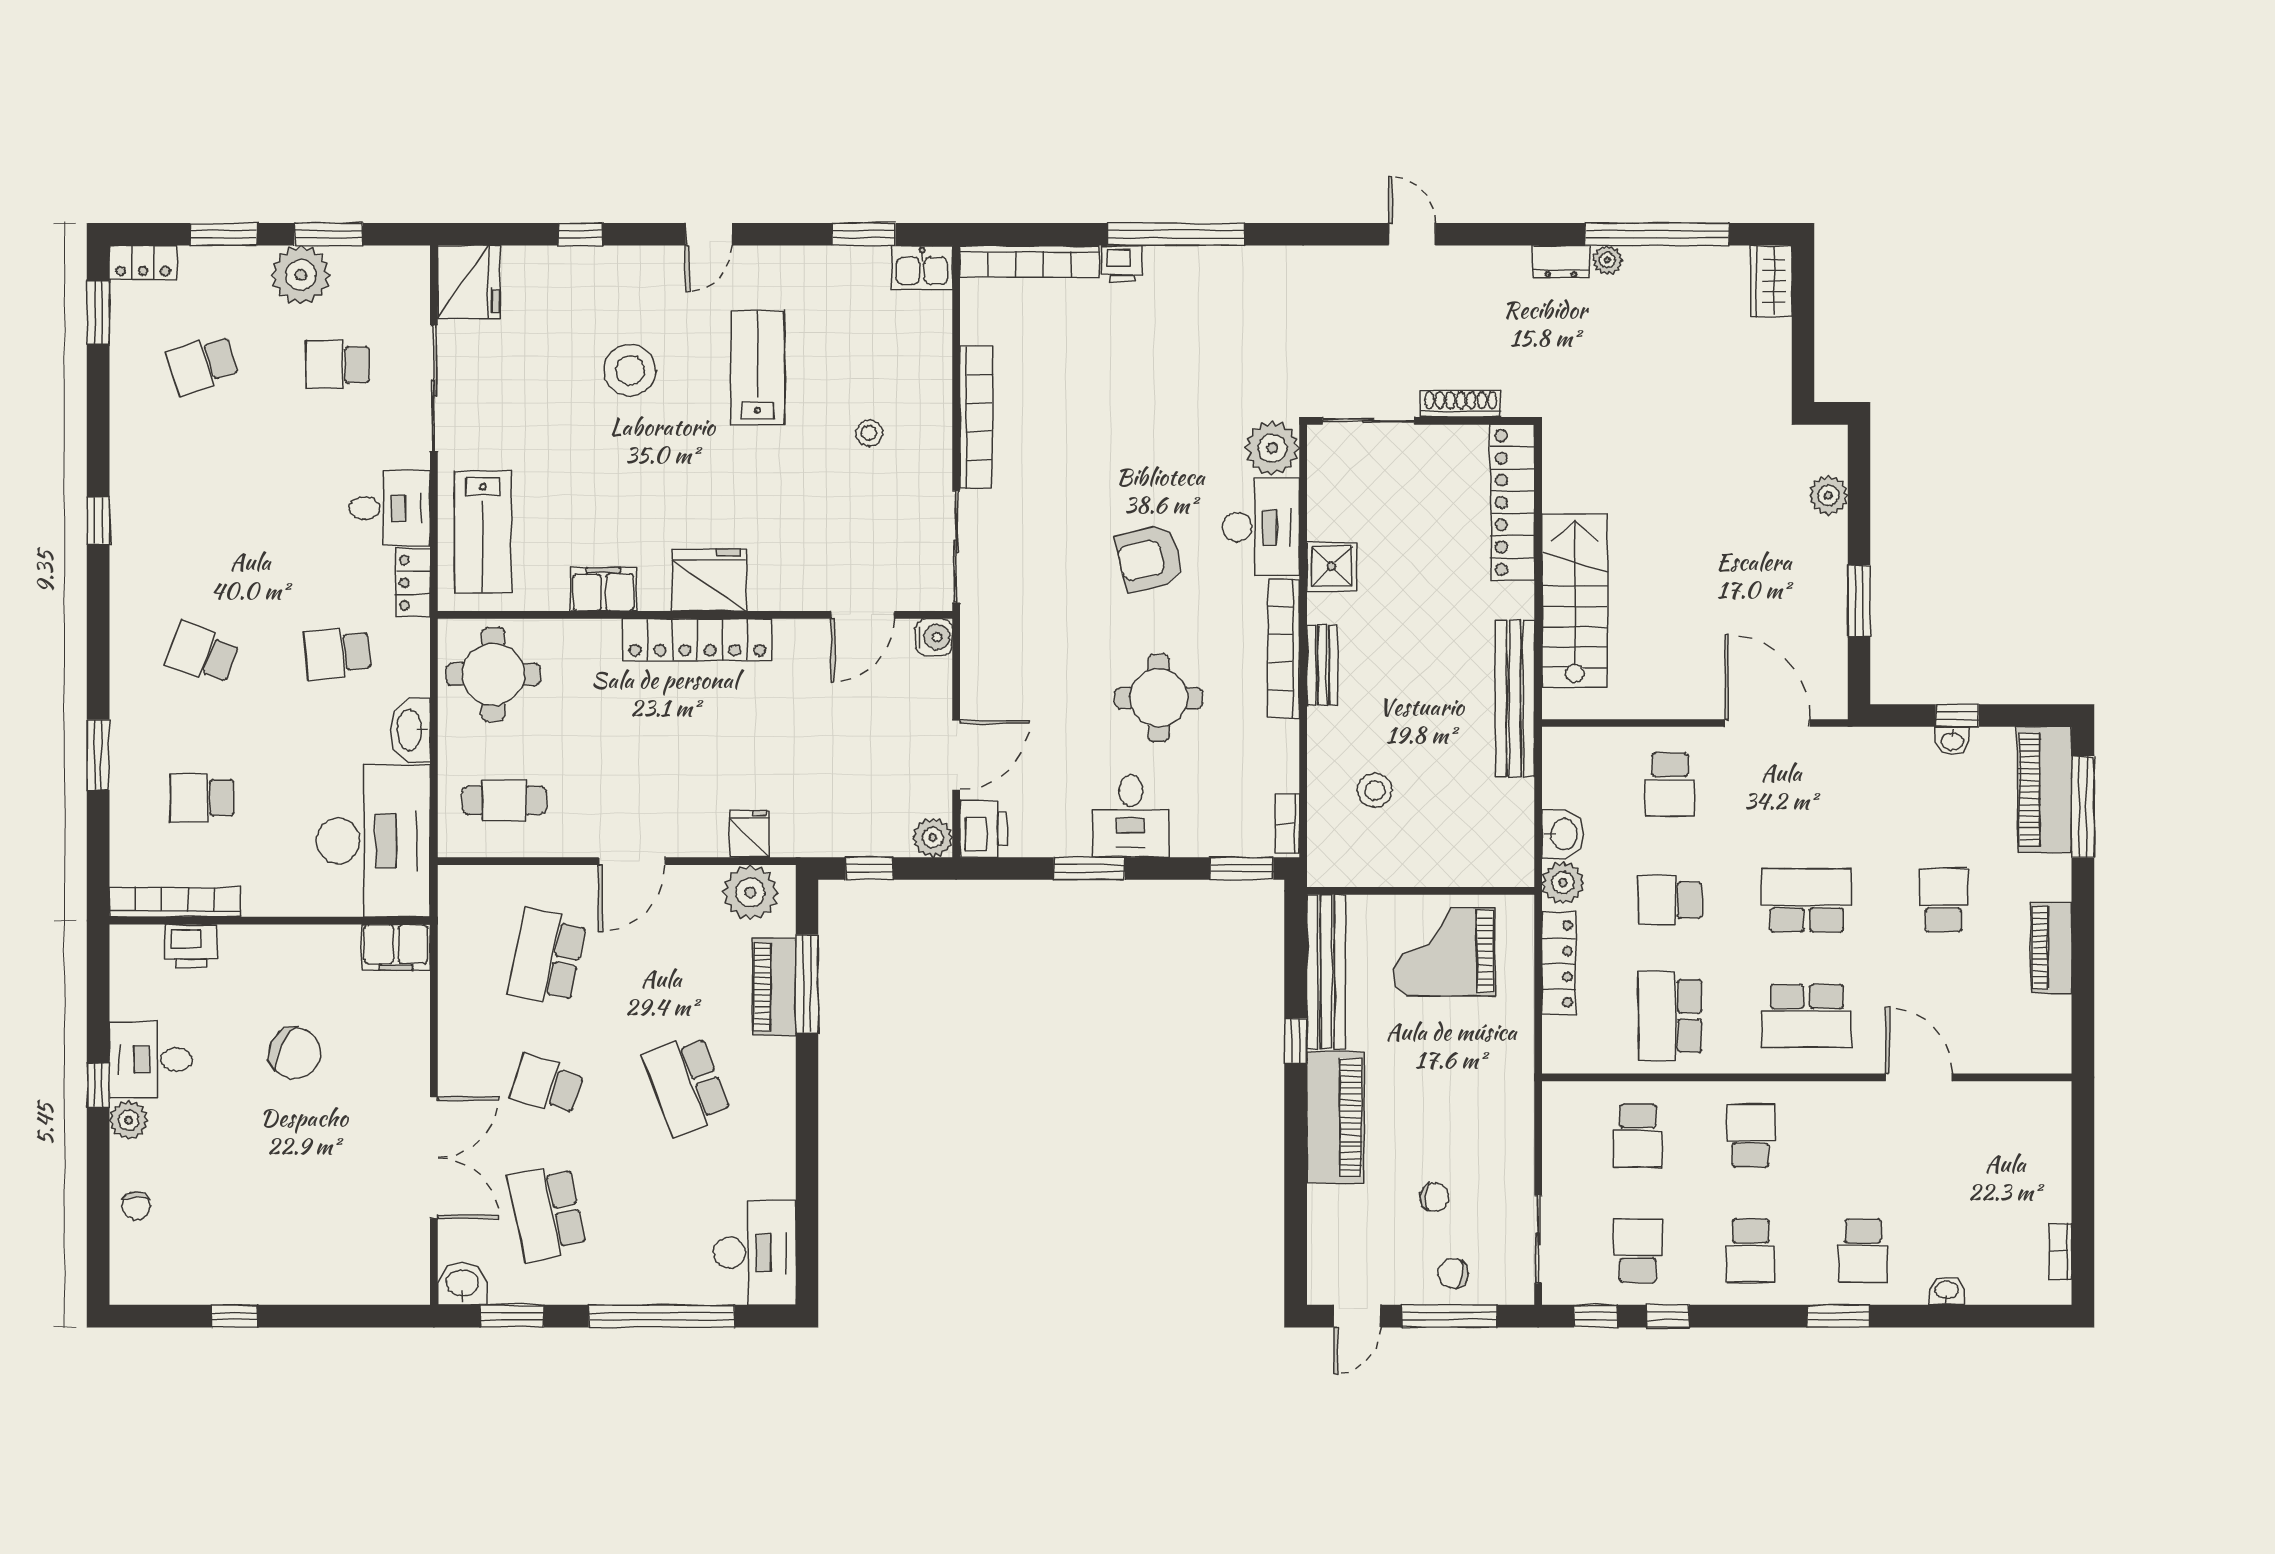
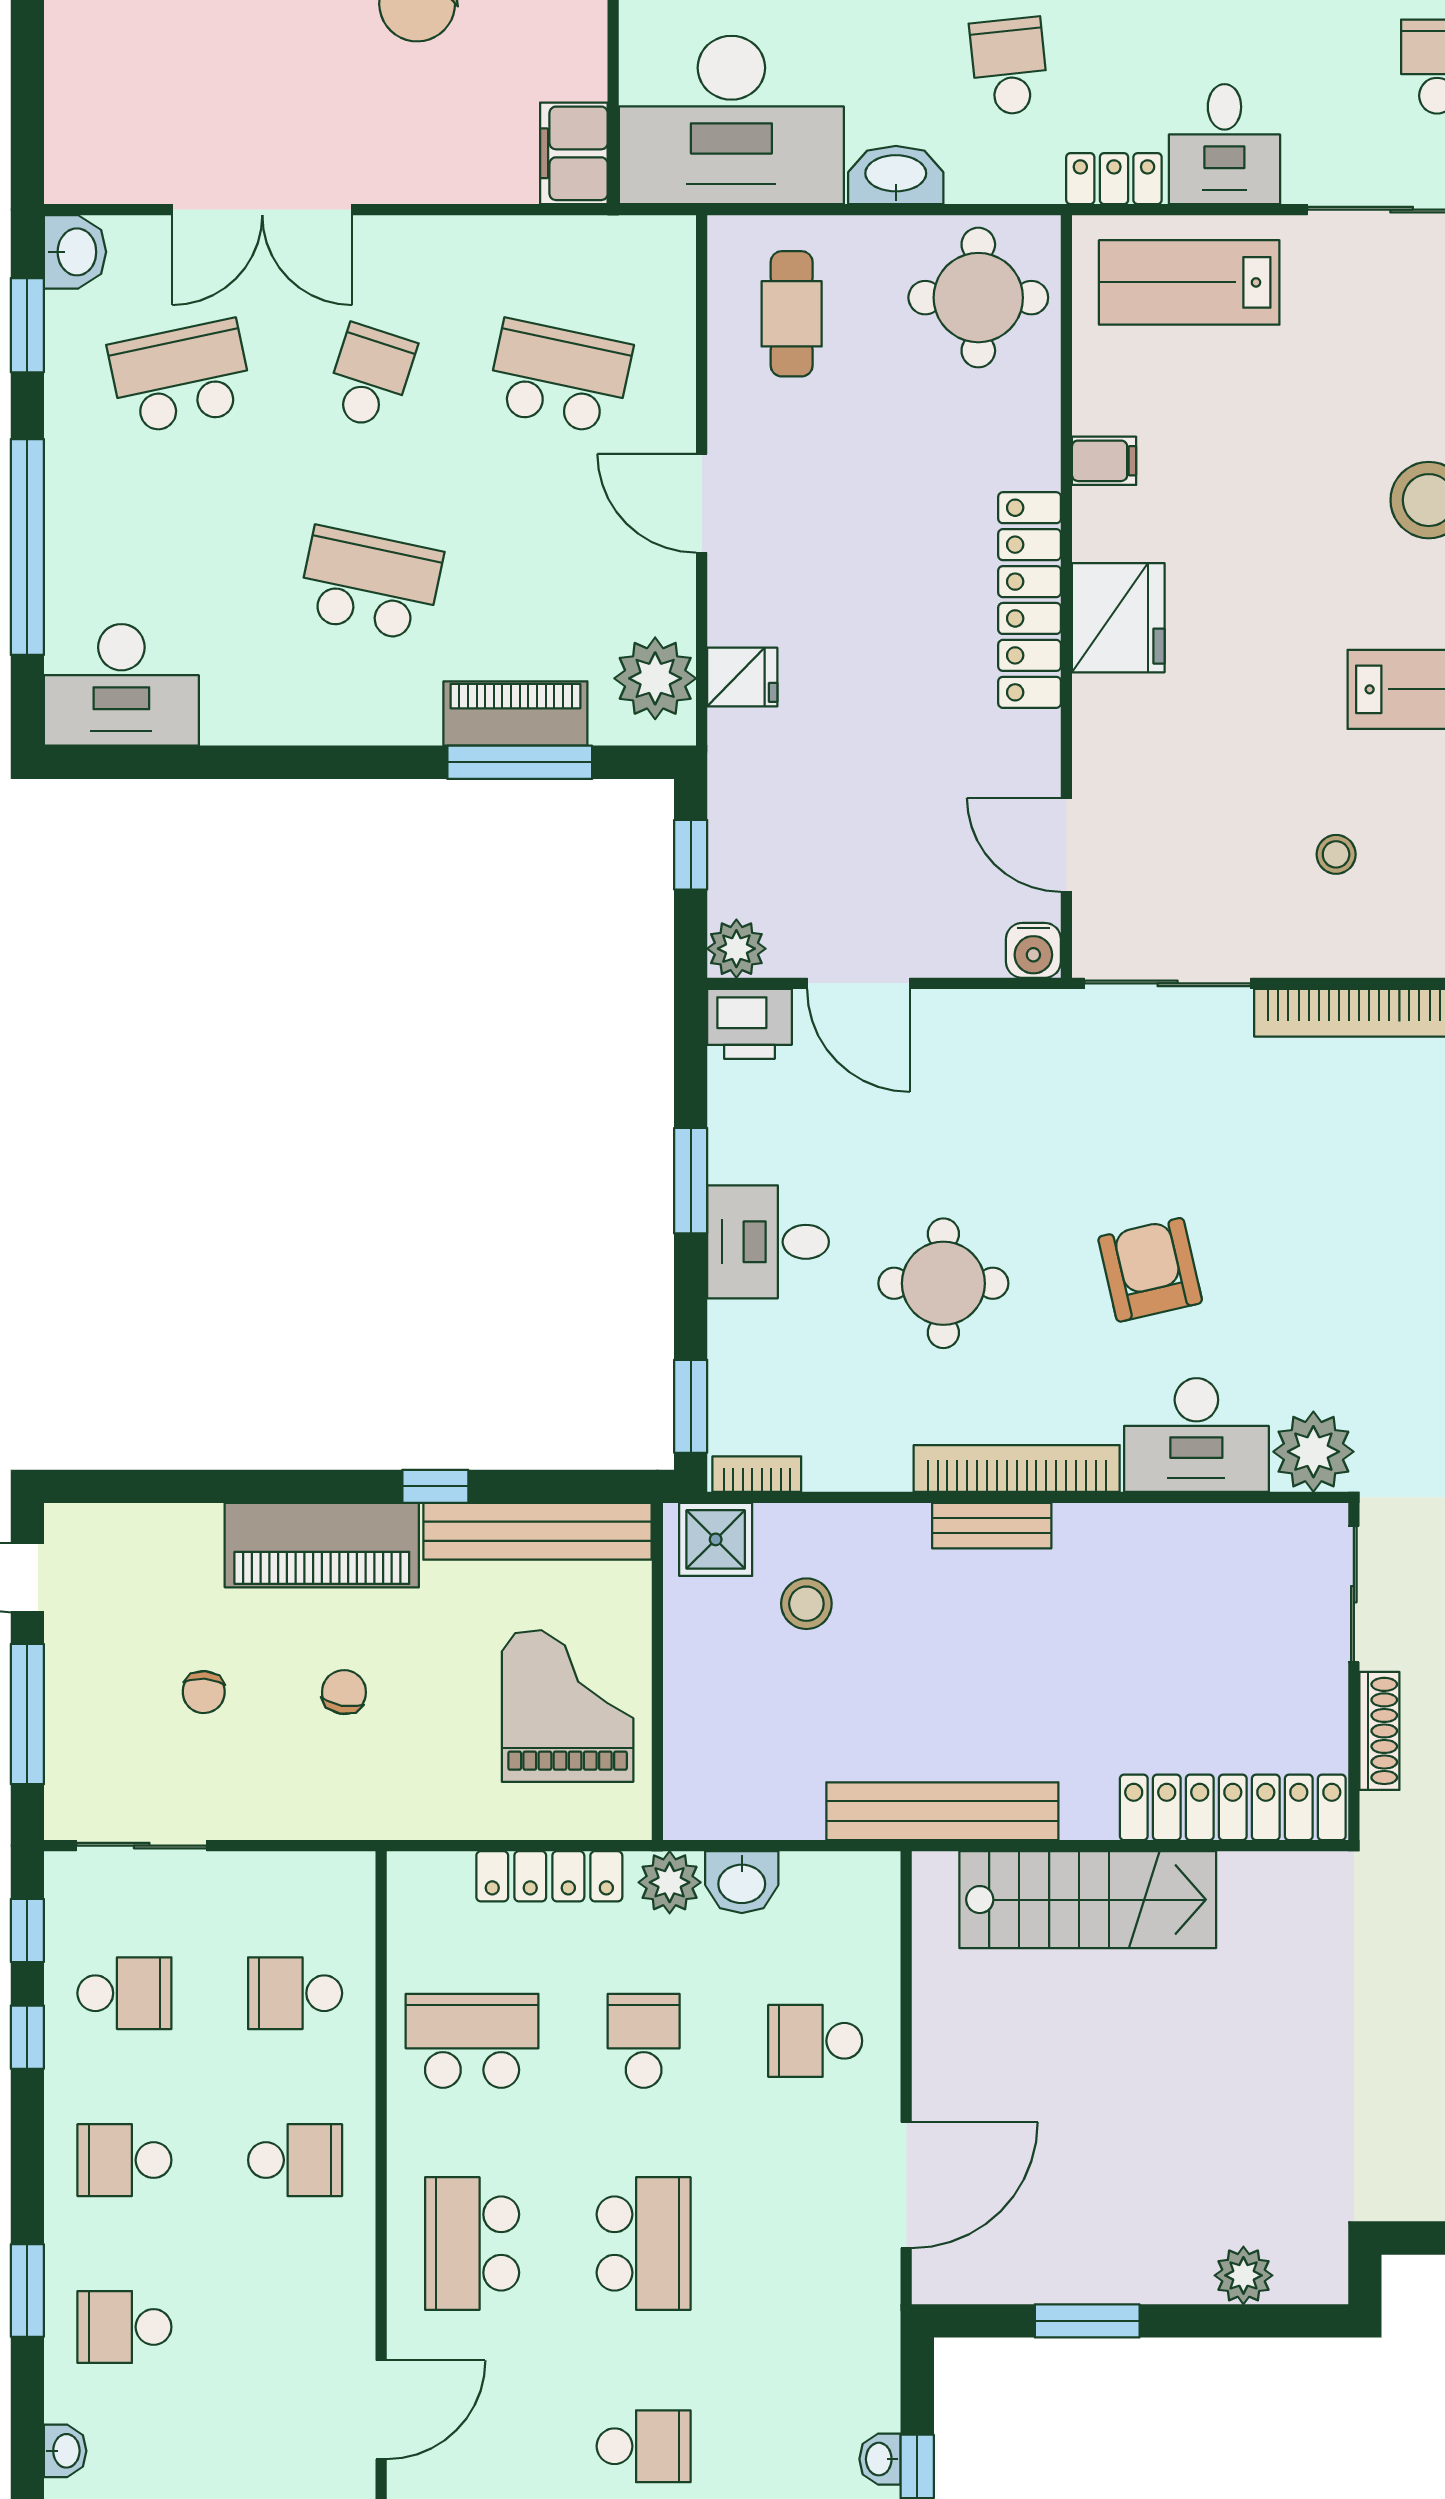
shower: (1332, 566) -> (716, 1539), moved
filing cabinet: (603, 589) -> (1104, 461), width x0.50
school desk: (687, 1085) -> (370, 584), turned 33
chair: (1453, 1273) -> (344, 1692), moved

